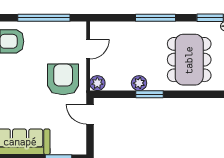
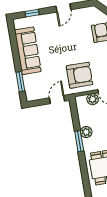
plant: (97, 83) -> (93, 99), moved

